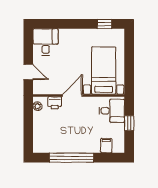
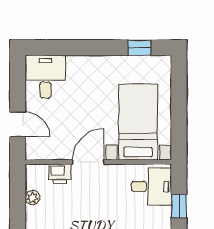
plant: (37, 106) -> (32, 198), moved

